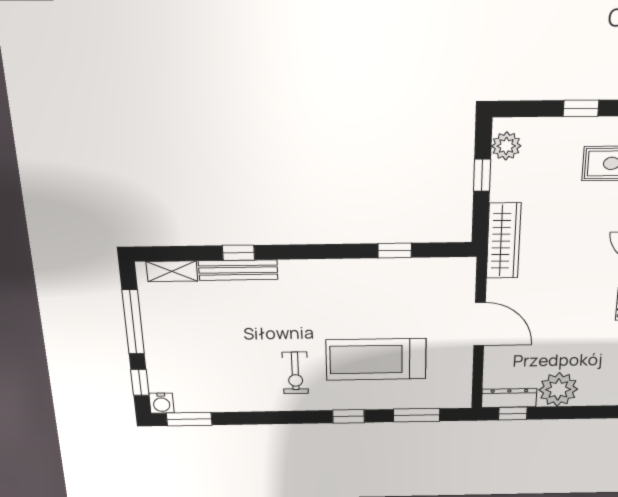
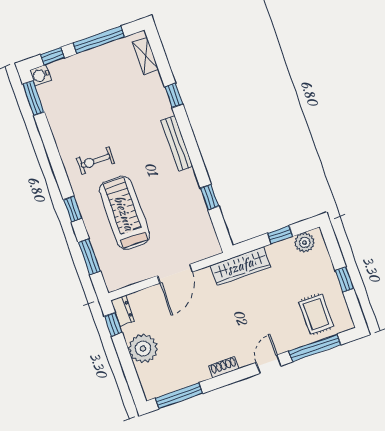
bench: (238, 270) -> (177, 143), moved
dresser: (509, 398) -> (123, 311), width x0.70

